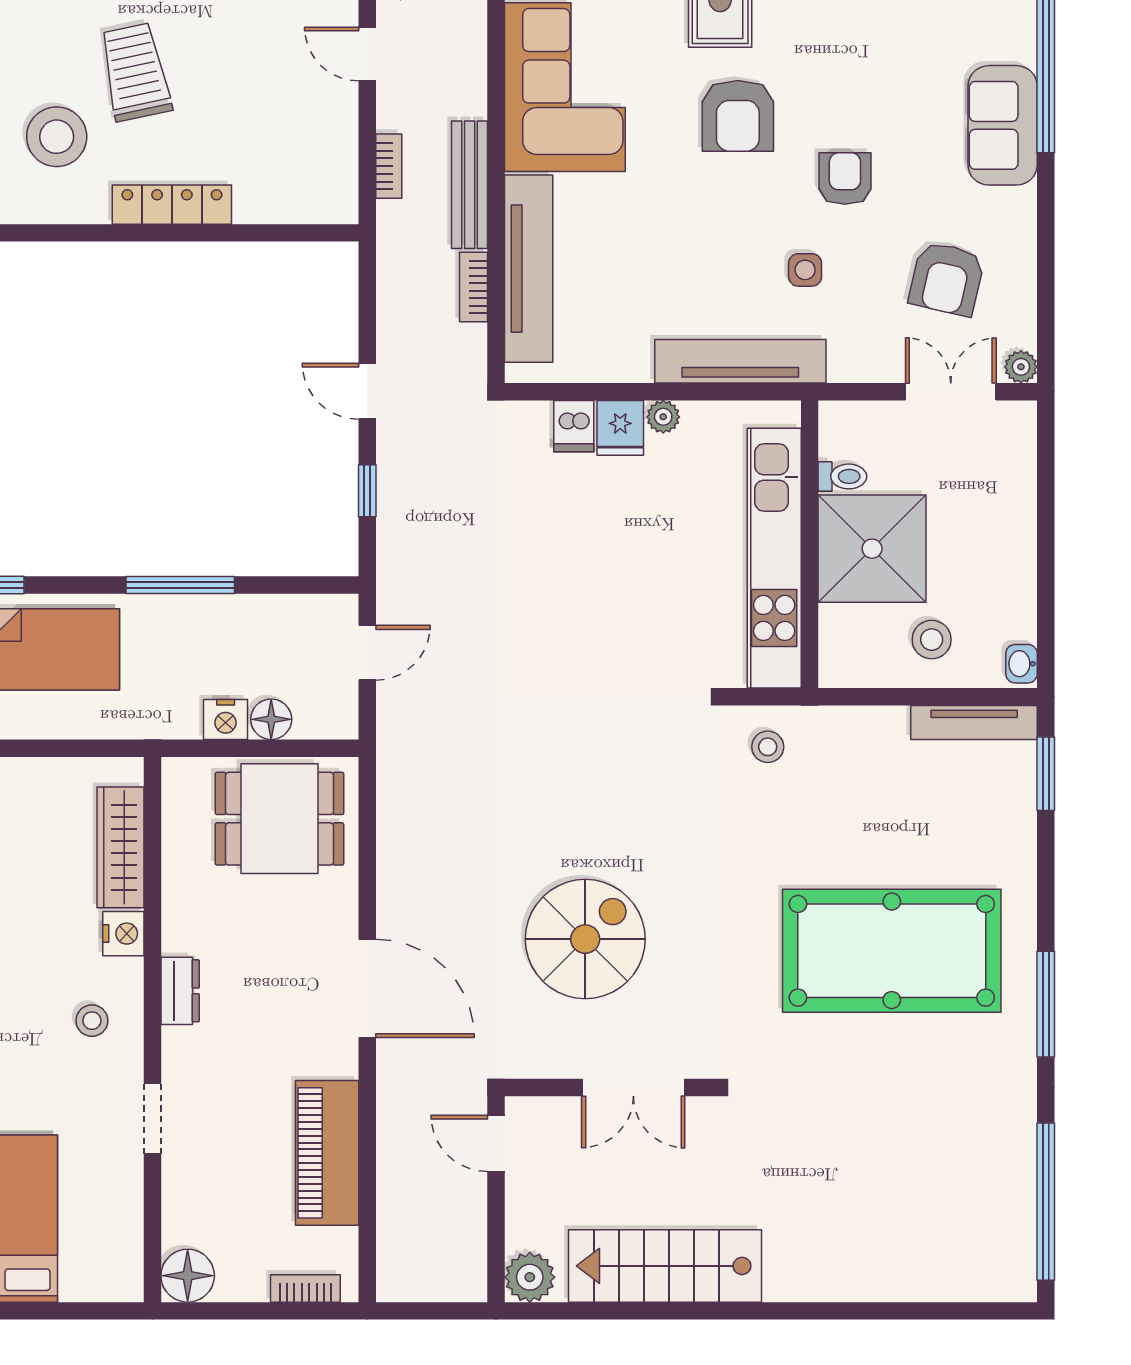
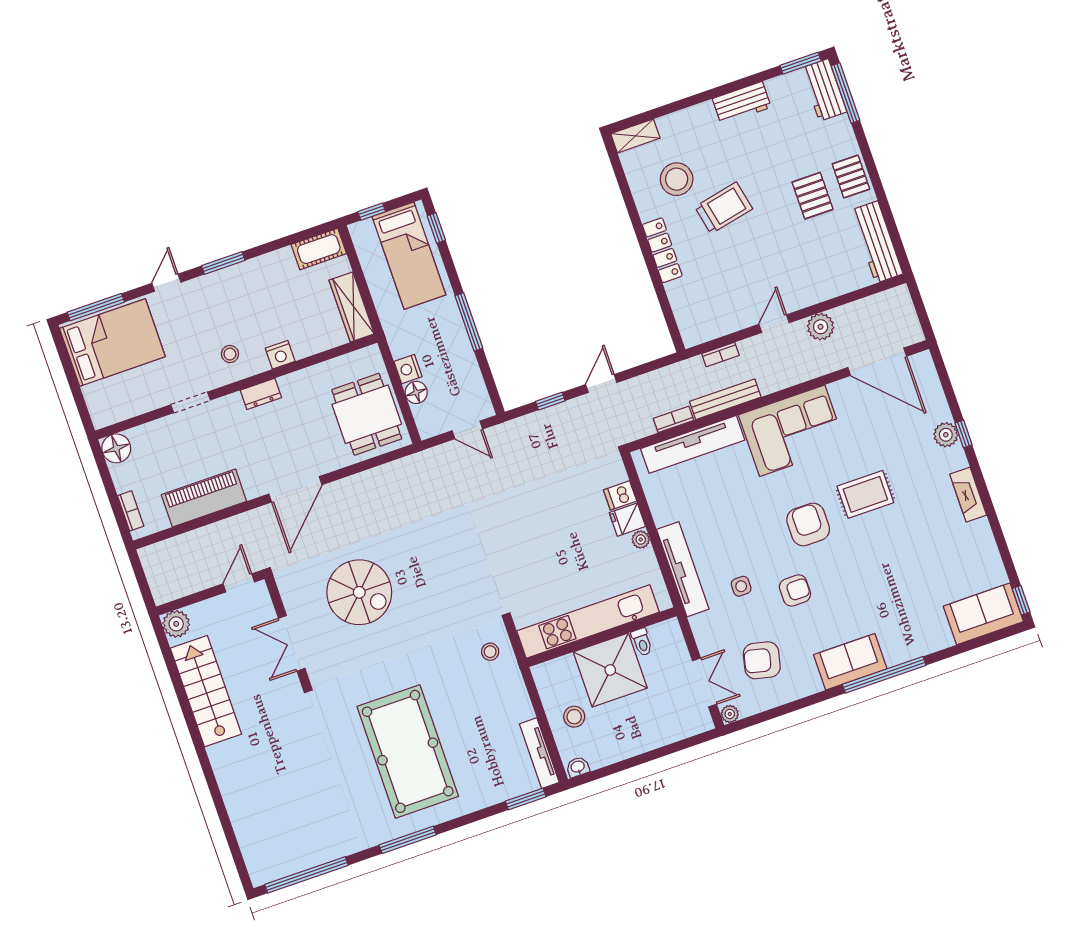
armchair: (738, 116) -> (808, 524), turned 90
wardrobe: (121, 847) -> (352, 307), moved, turned -90

